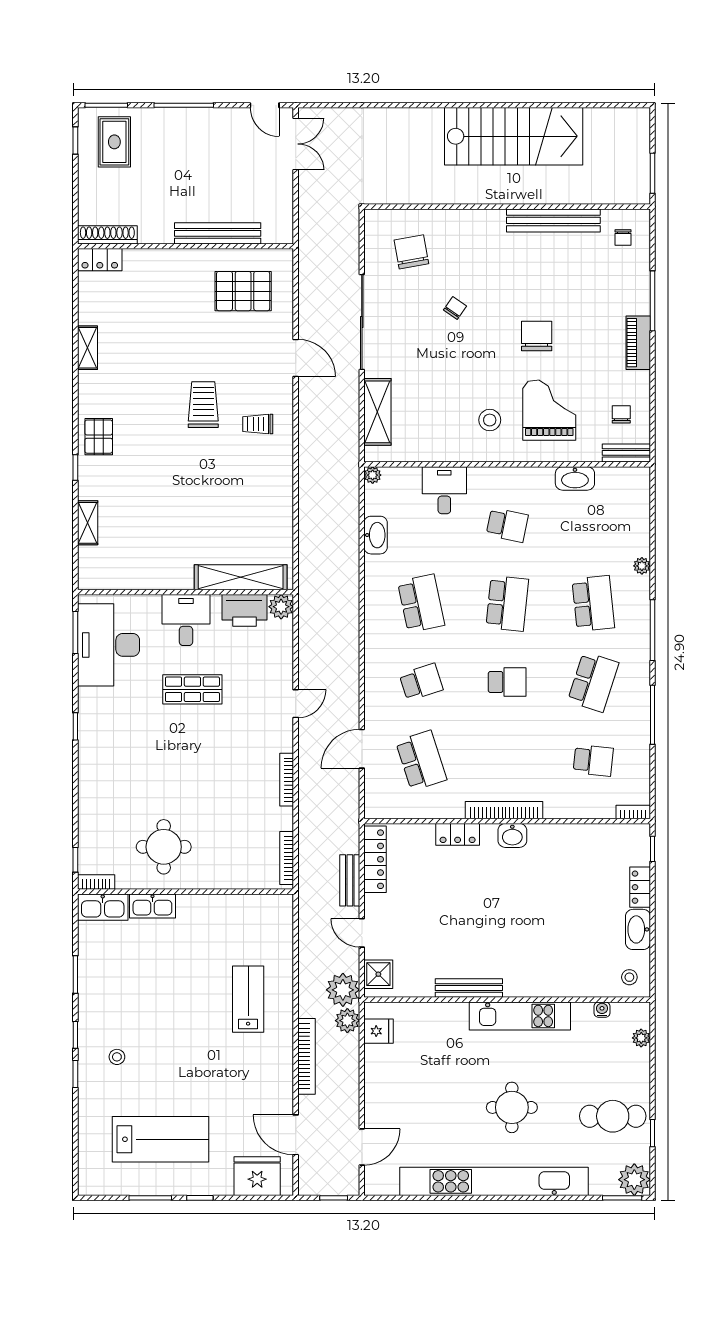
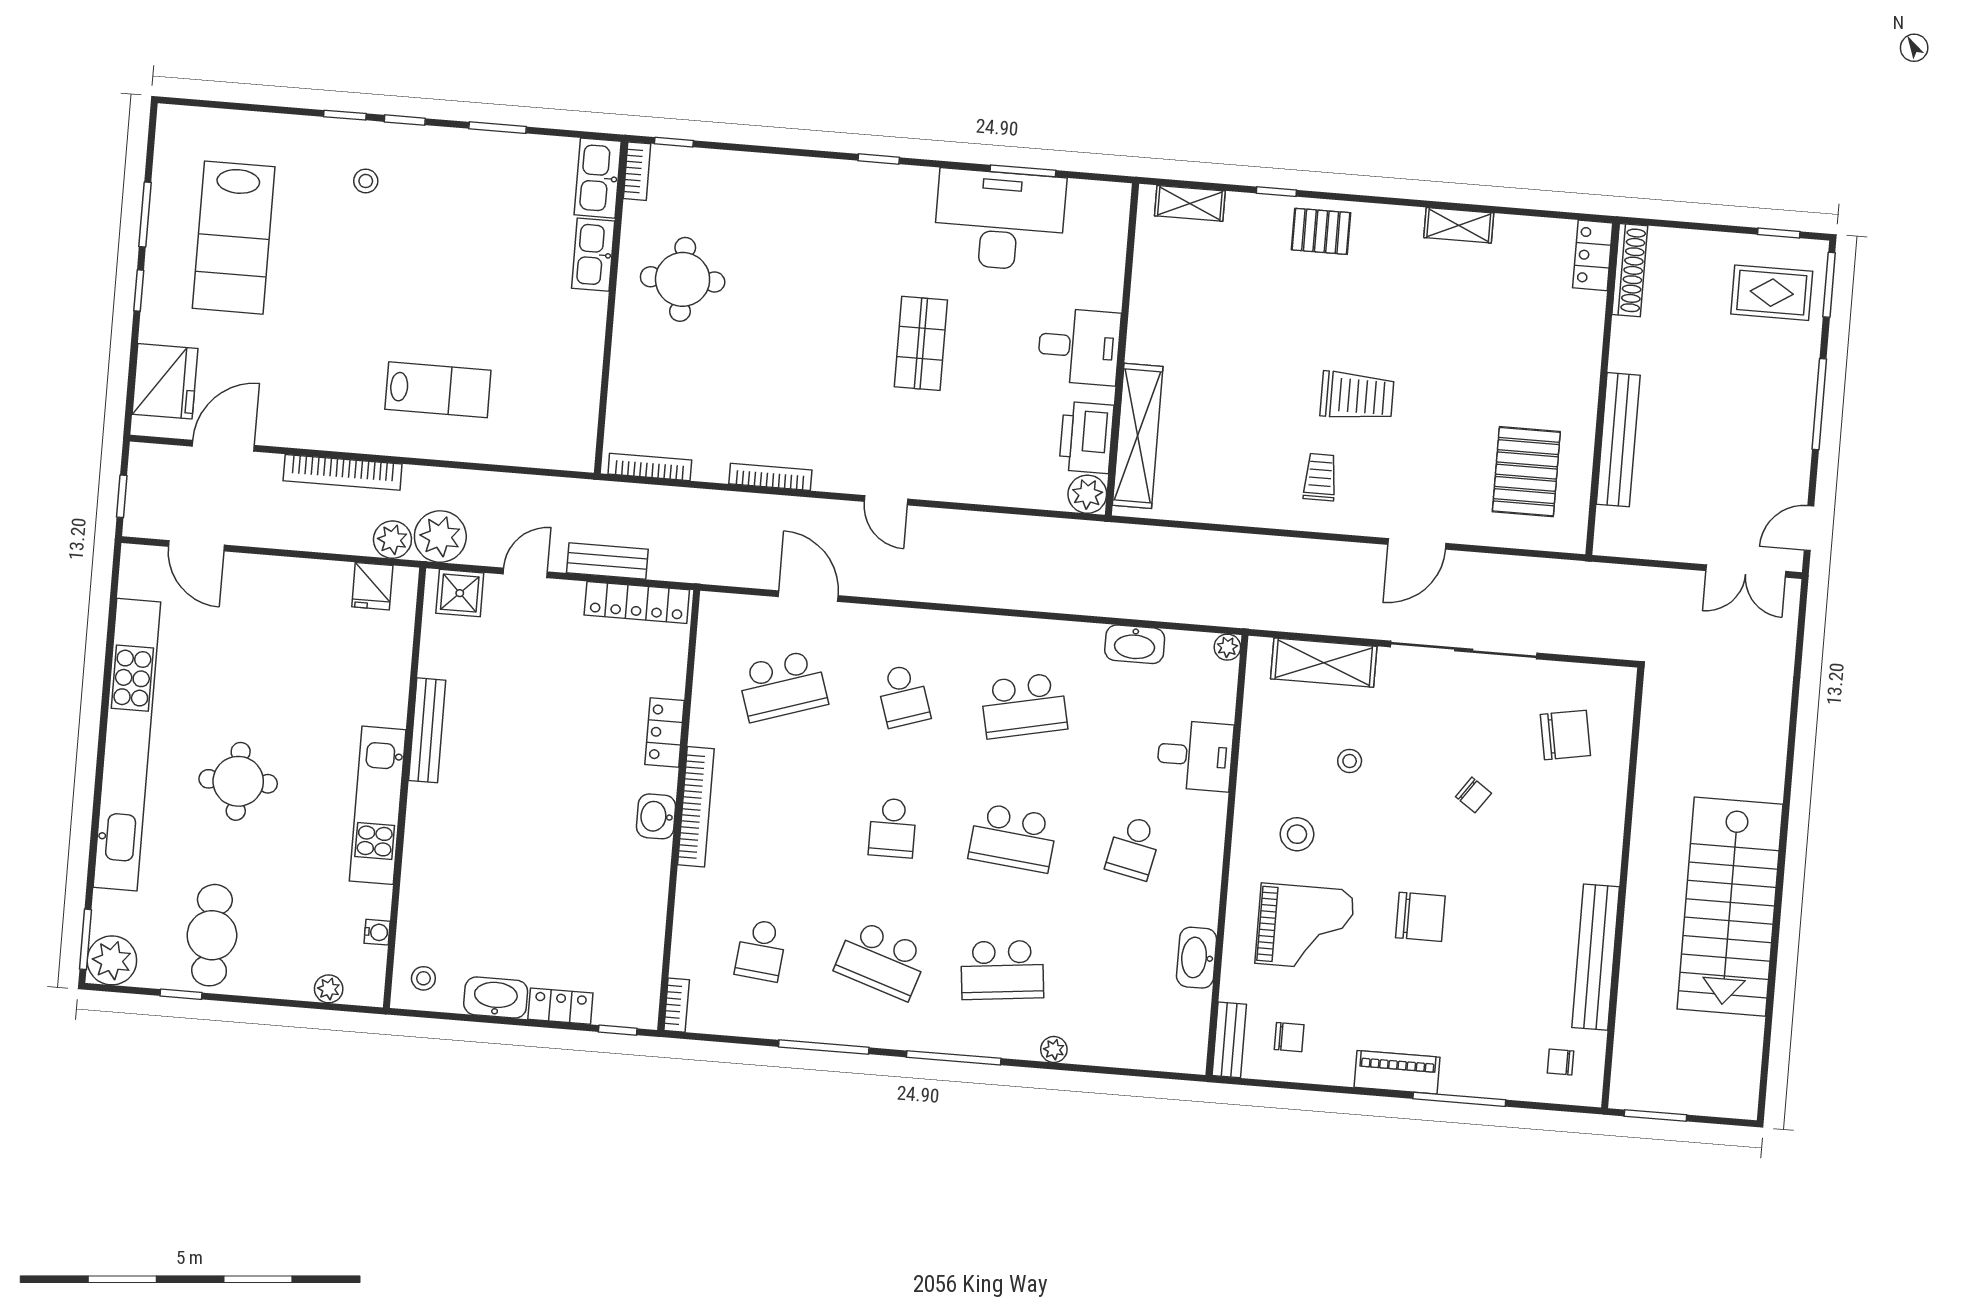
stool: (440, 390) -> (1350, 761), added
shelving: (241, 577) -> (1138, 436), moved
wall: (186, 592) -> (1122, 349), moved
plant: (281, 607) -> (1087, 494), moved
printer: (244, 610) -> (1086, 437), moved
desk: (186, 620) -> (1079, 346), moved

